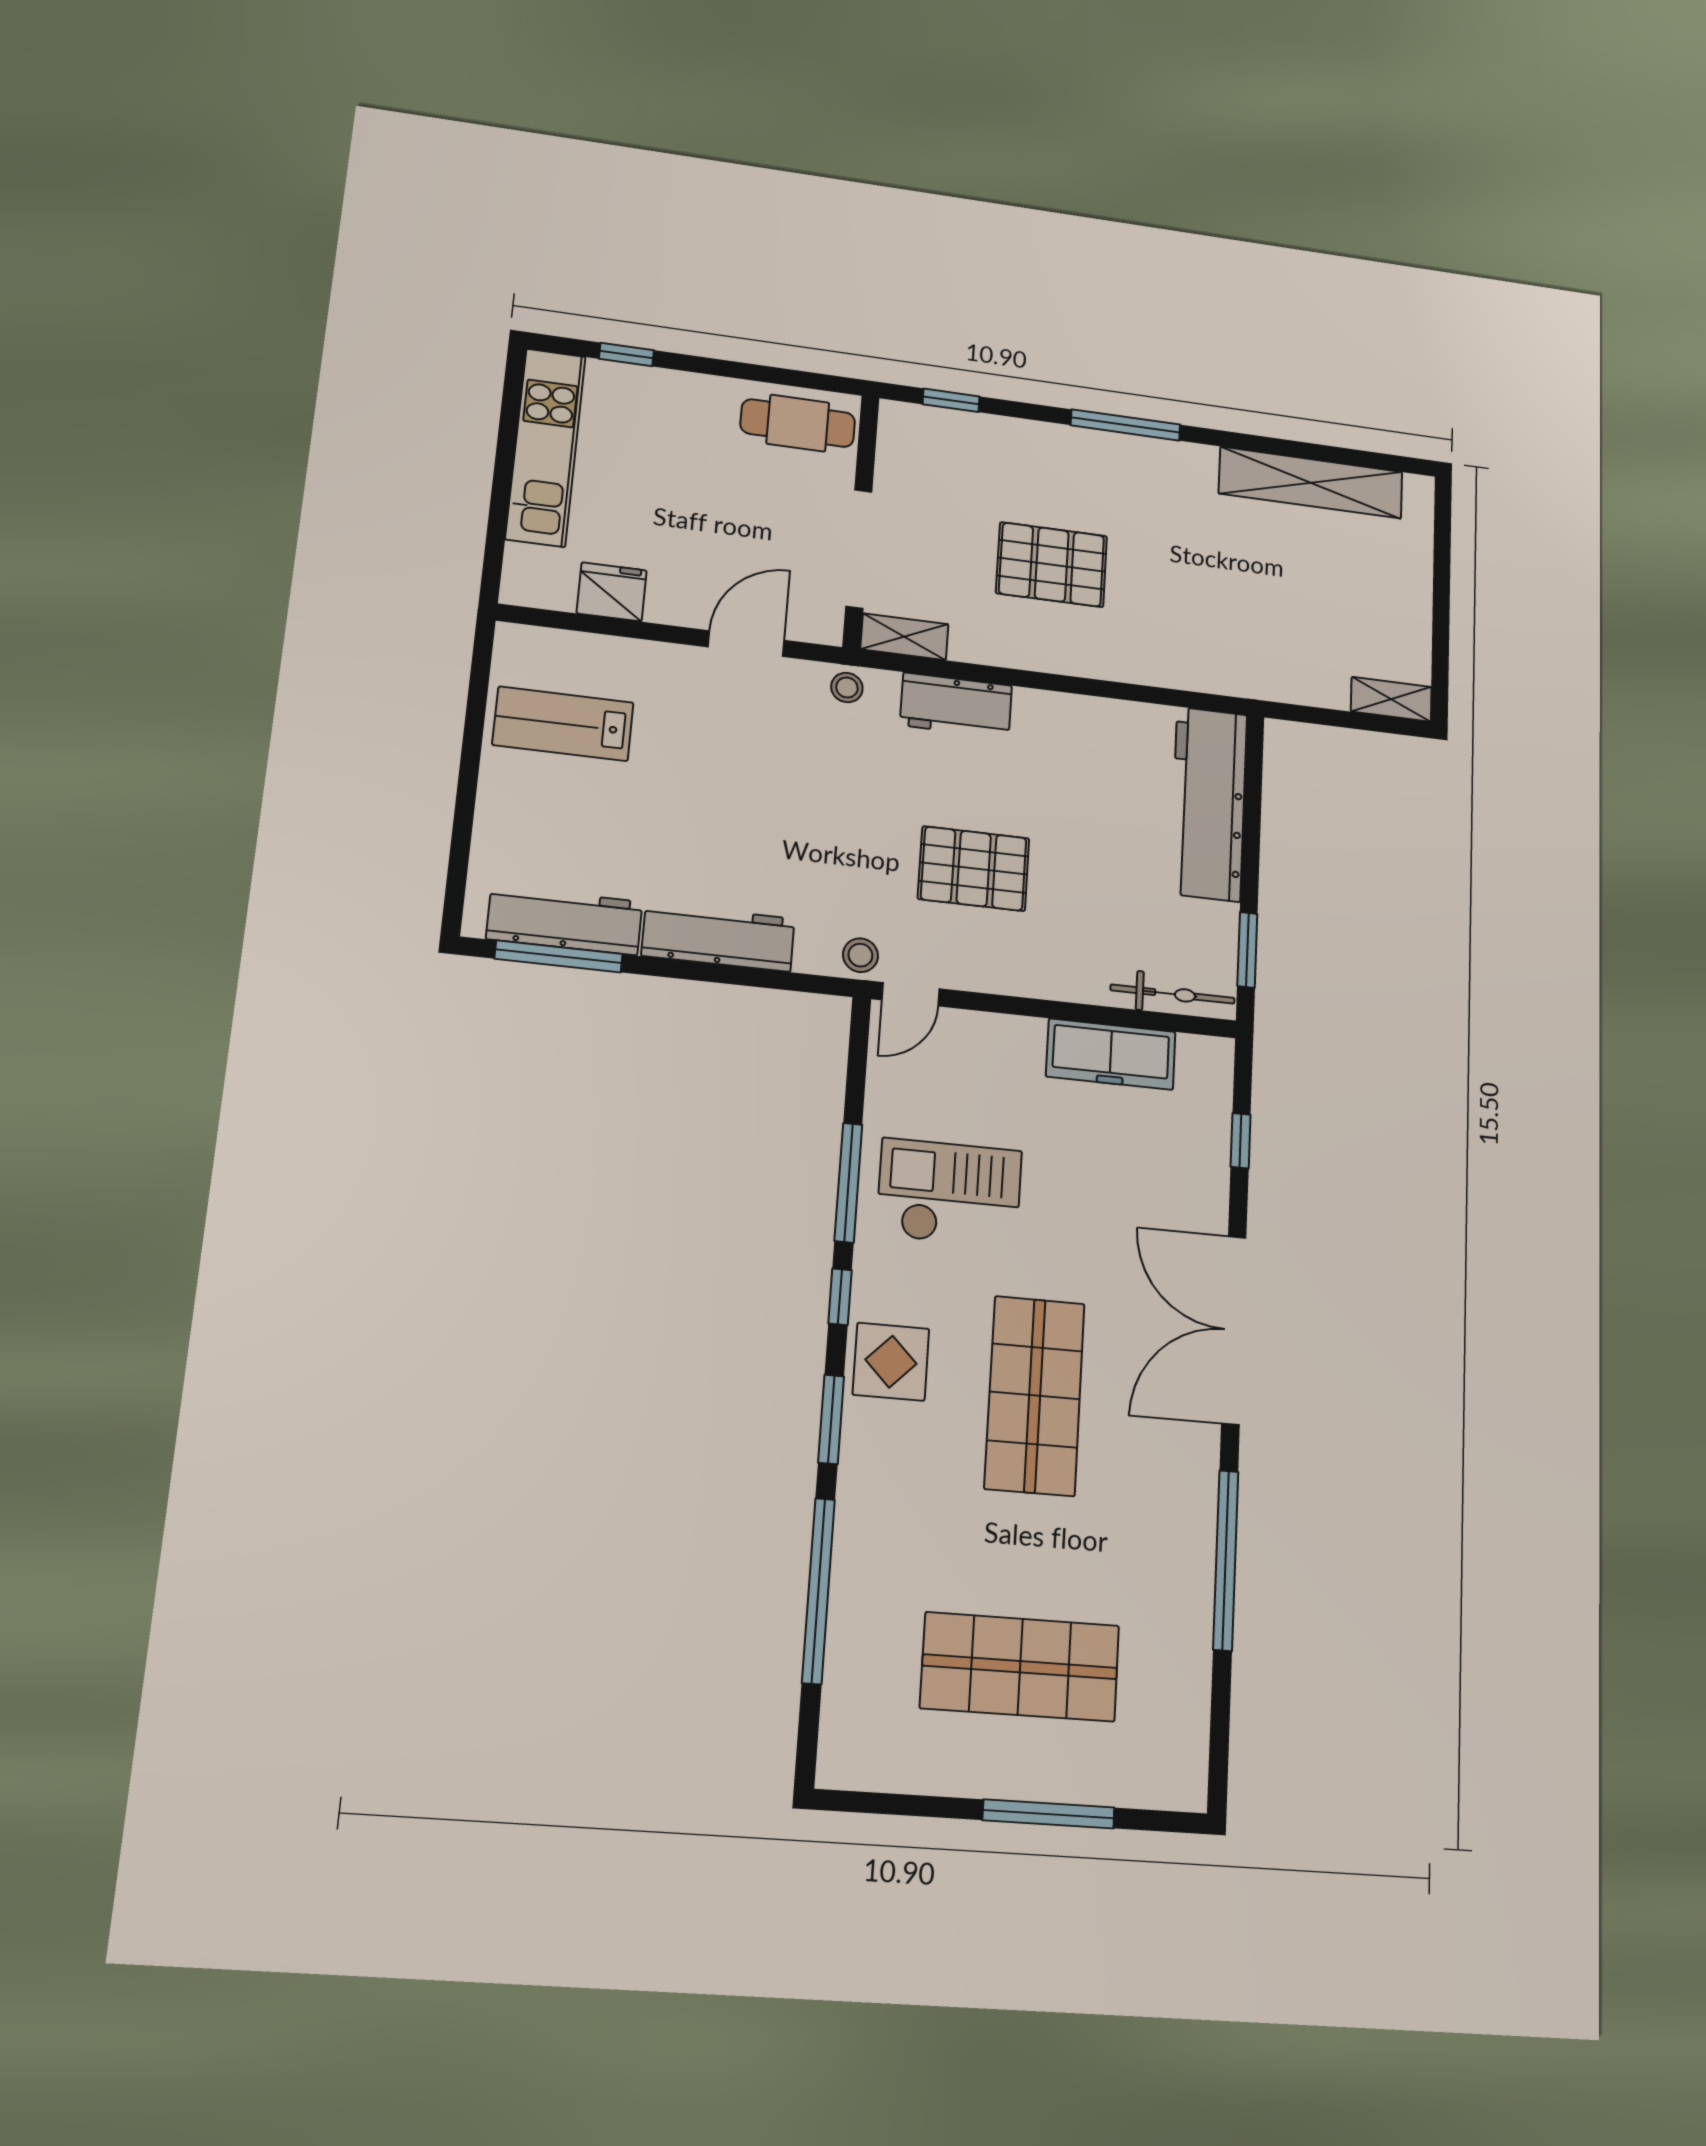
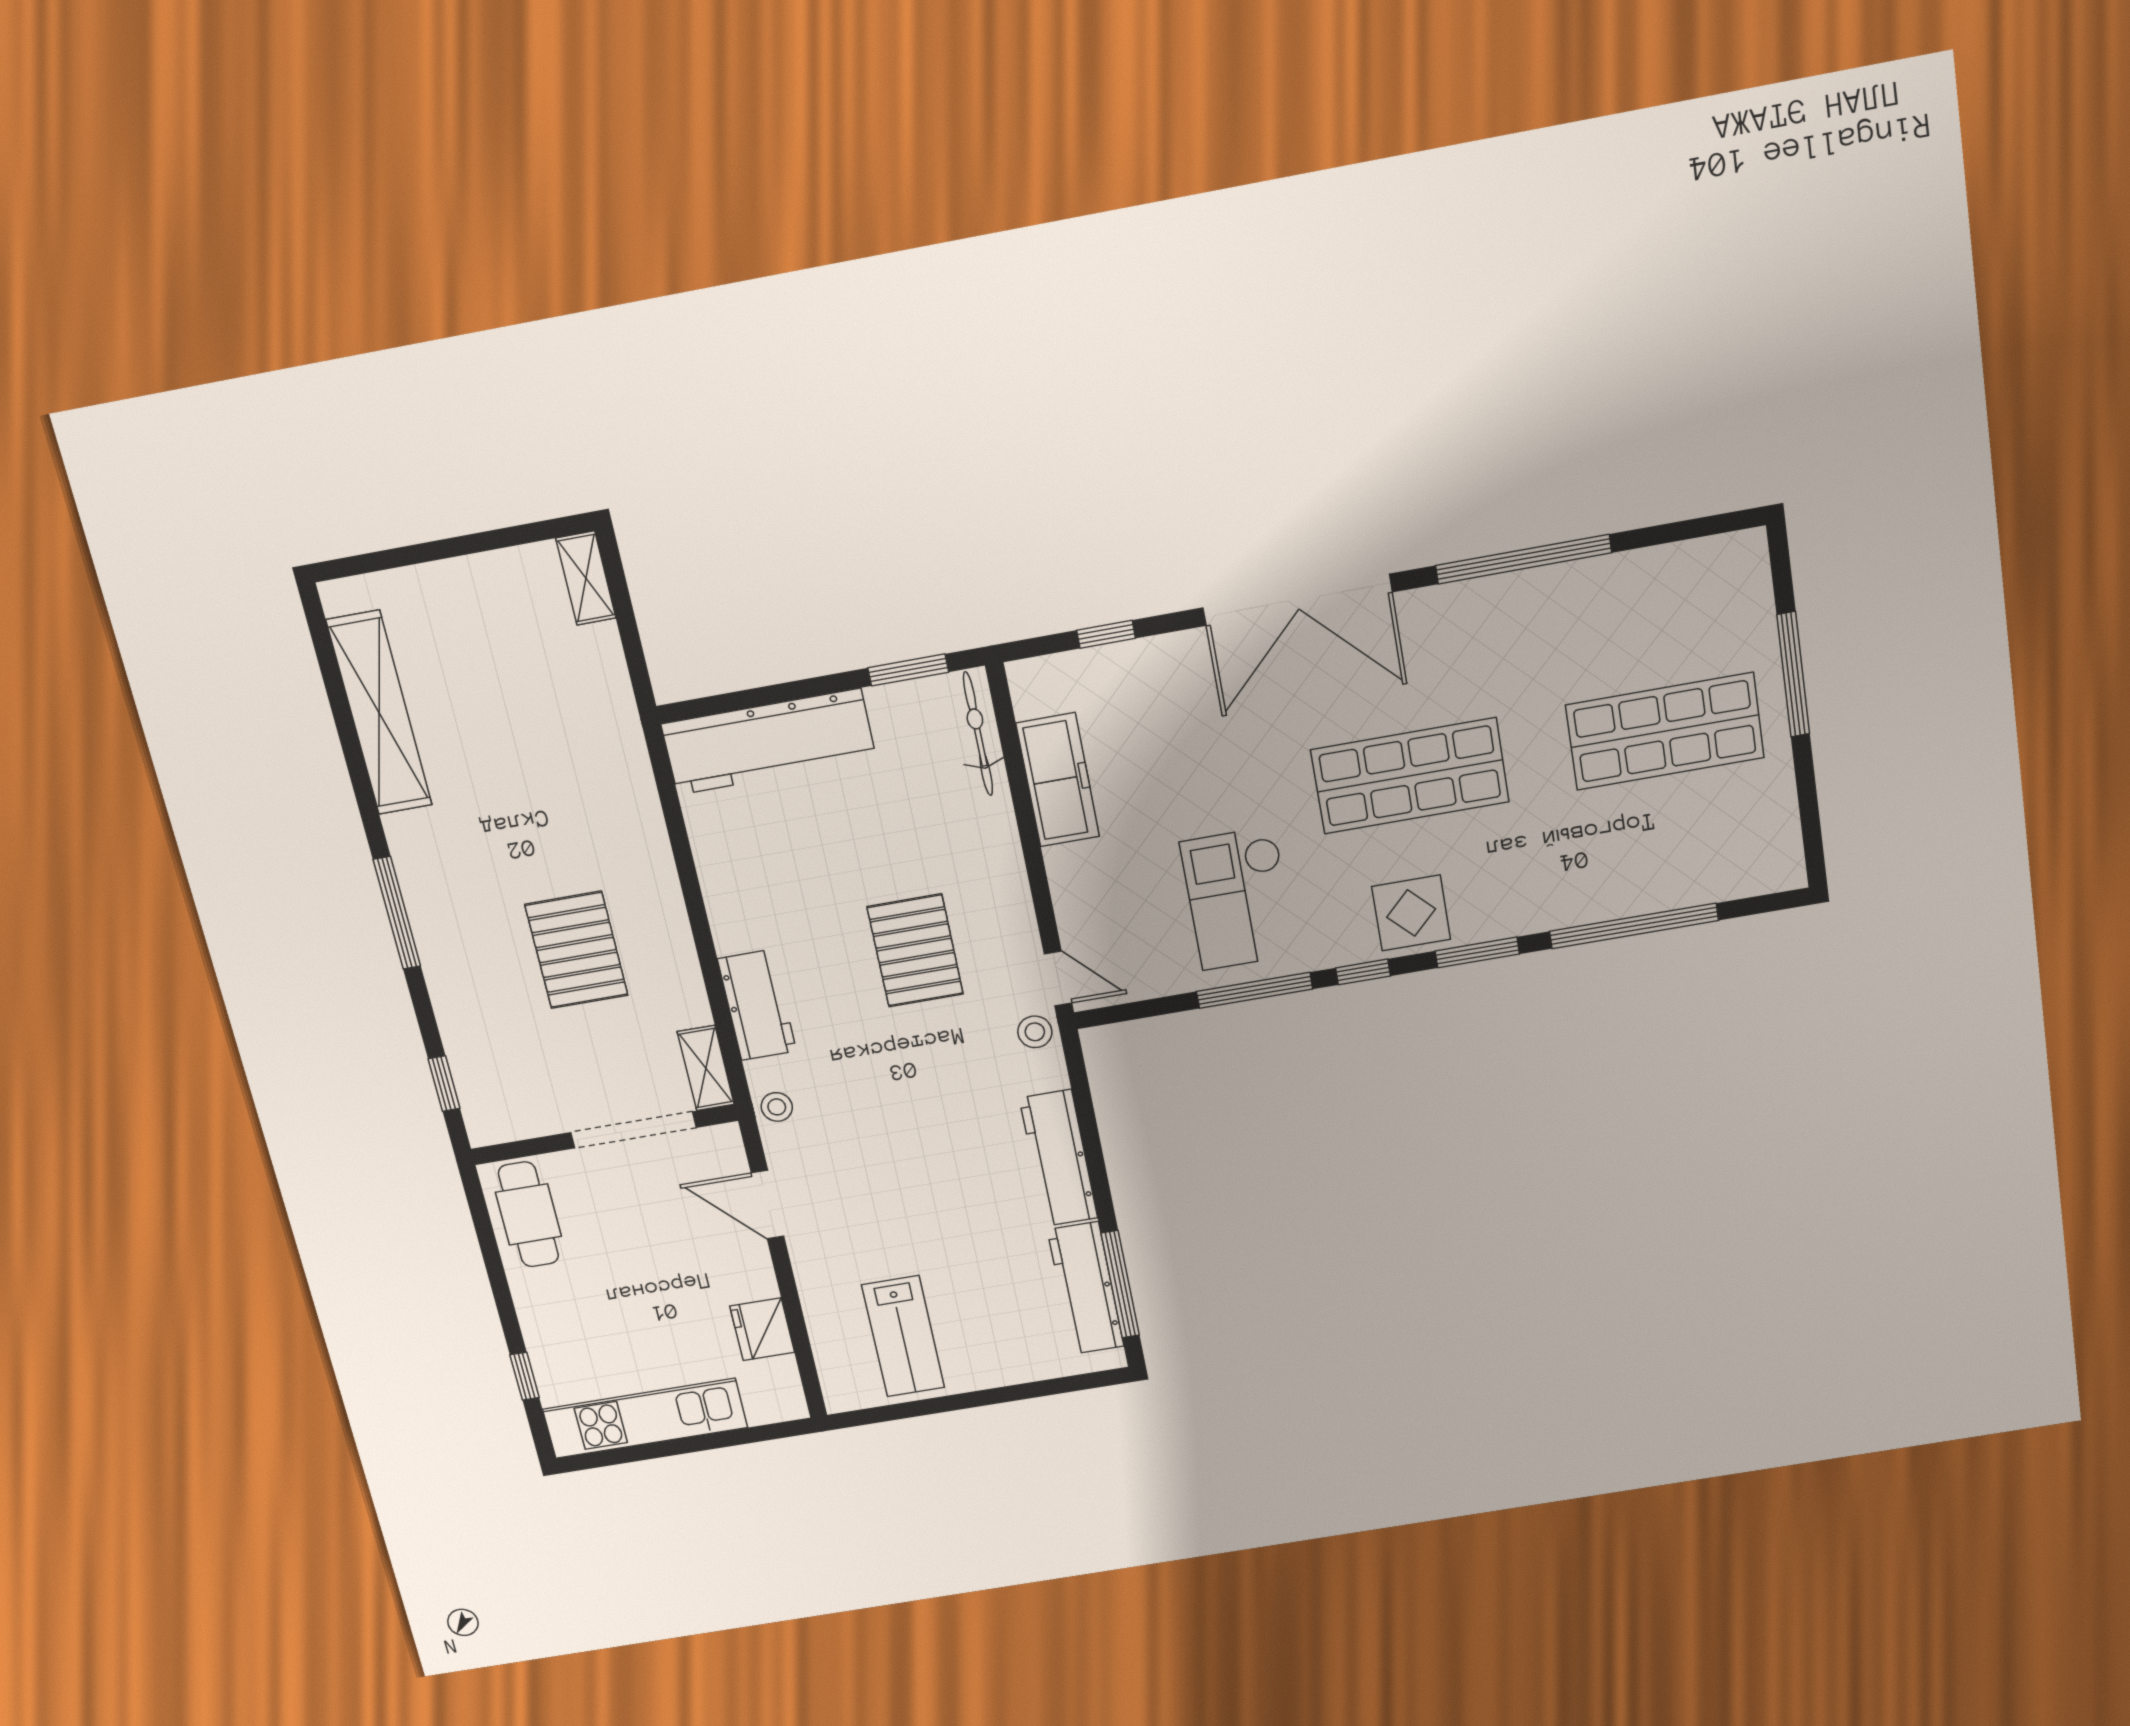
shop shelf: (1020, 1667) -> (1665, 731), turned 90

